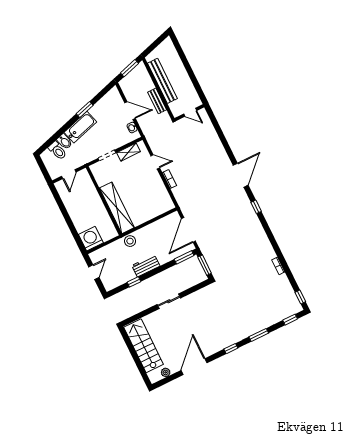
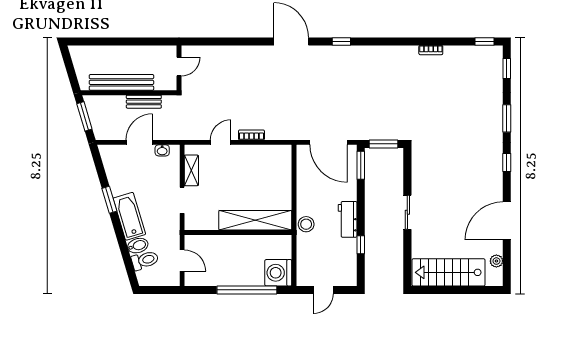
window: (70, 224) -> (247, 290), added
door: (94, 272) -> (323, 290), swing flipped
door: (194, 367) -> (507, 221), hinge flipped

